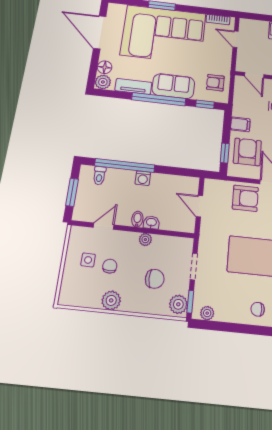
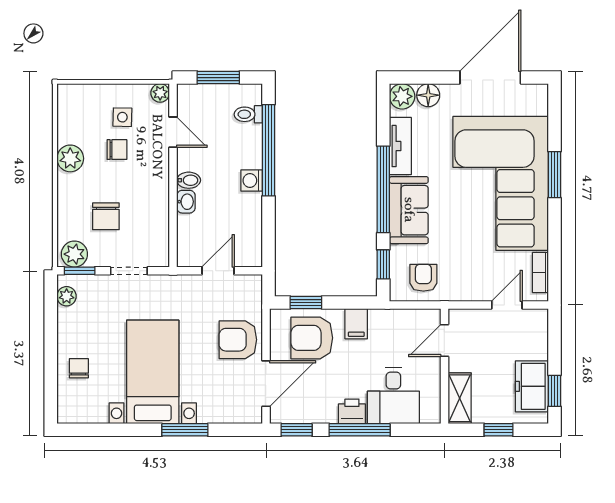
armchair: (247, 152) -> (312, 338), turned 180
armchair: (245, 198) -> (238, 340), turned 90
plant: (145, 239) -> (160, 93), moved

